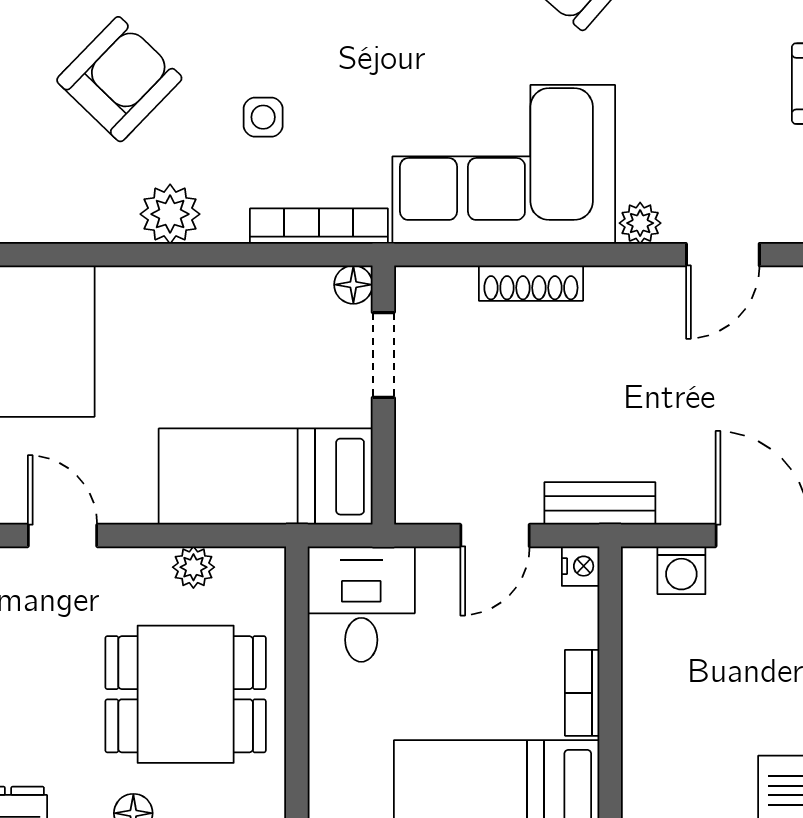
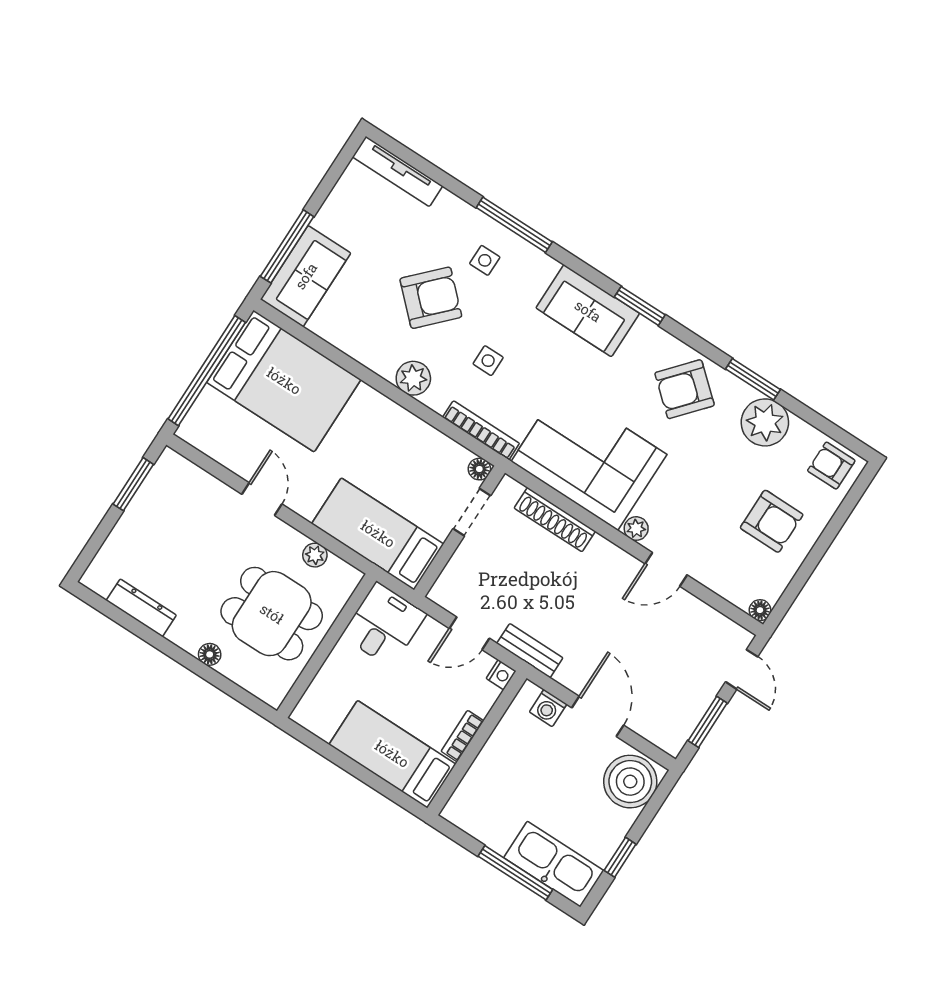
shoe rack: (531, 283) -> (555, 520), width x1.36, depth x1.24

